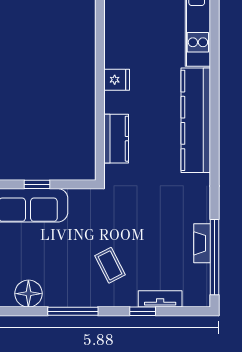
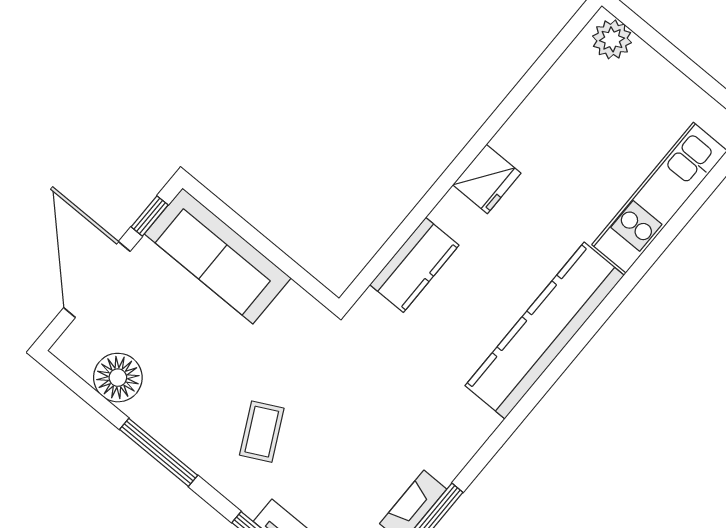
fridge: (117, 80) -> (487, 179), width x1.38
window: (37, 184) -> (254, 237), removed

